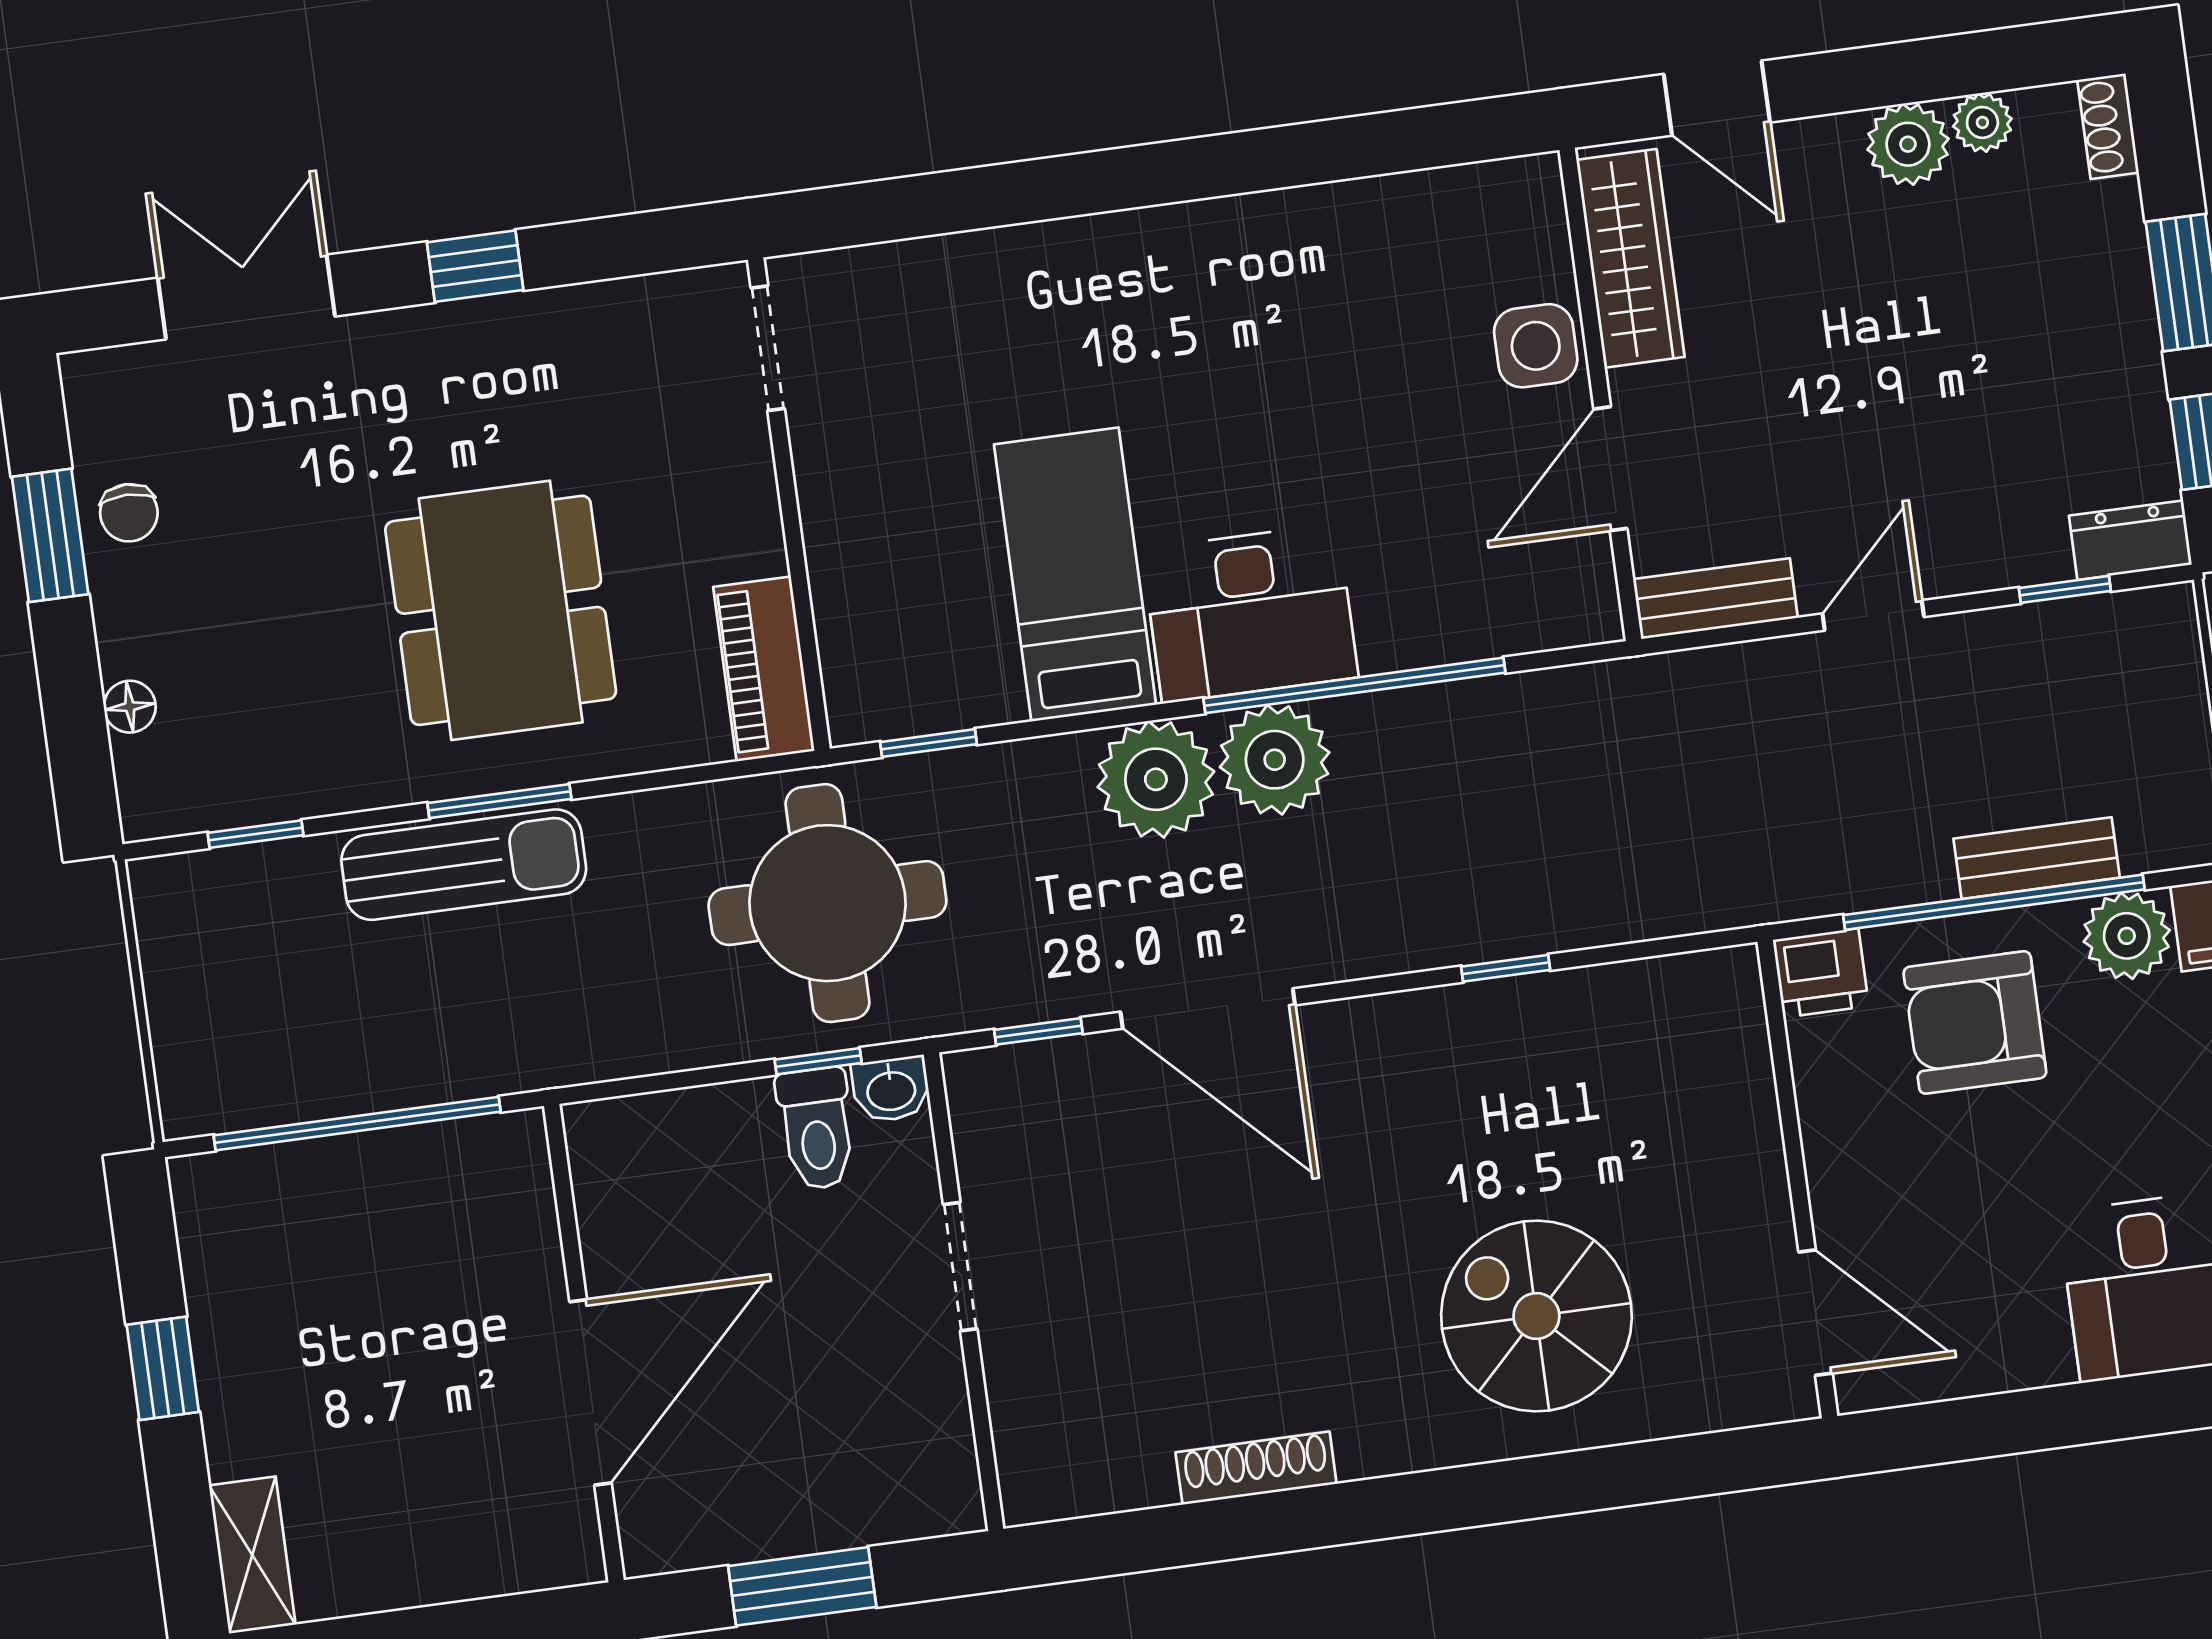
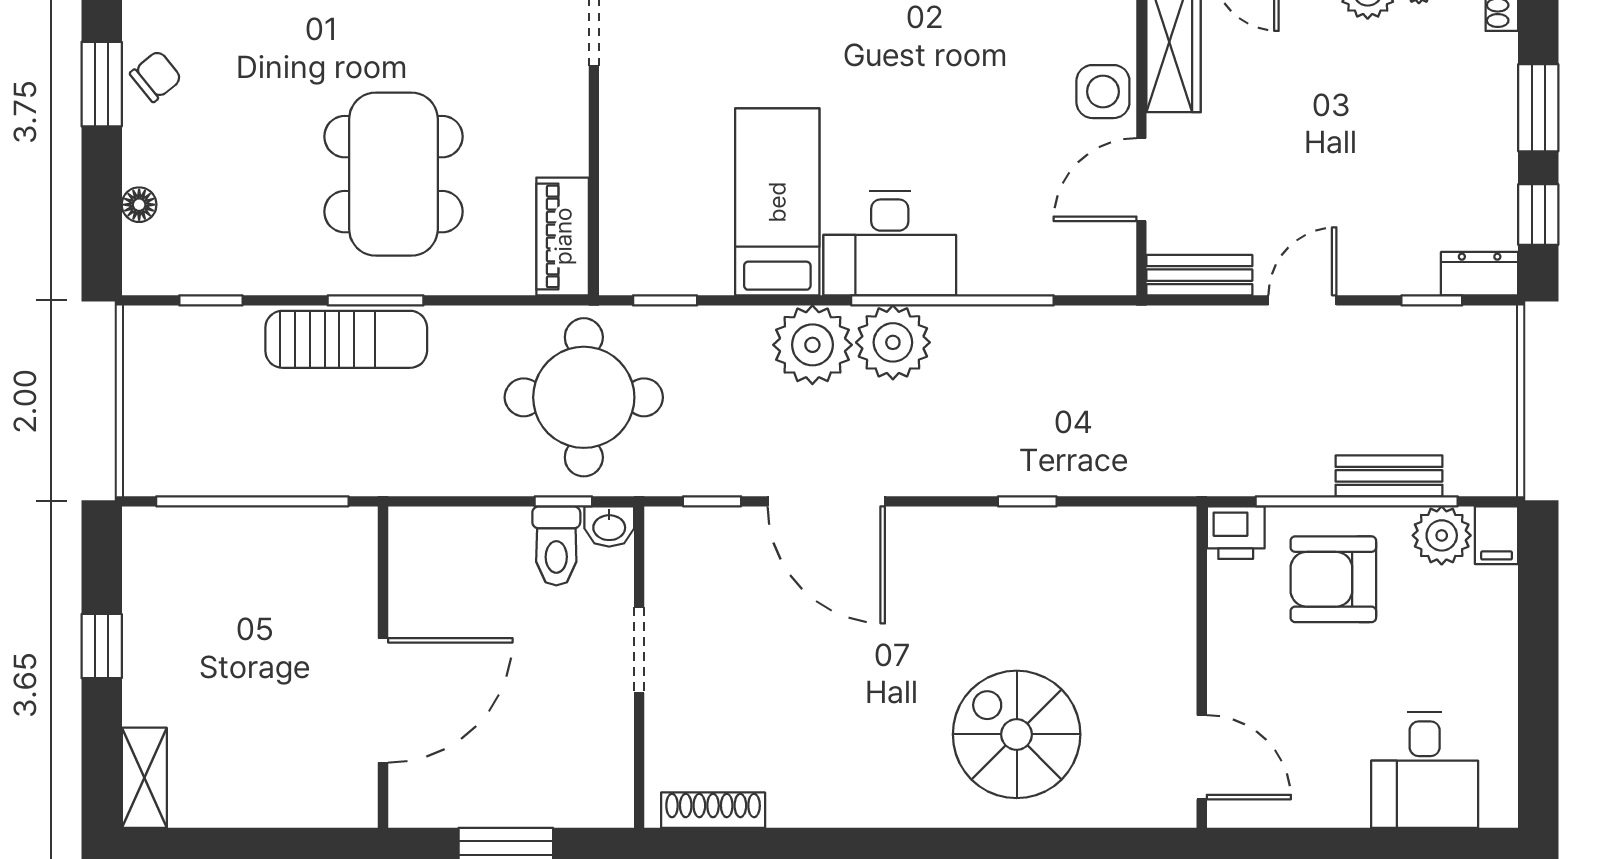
chair: (129, 513) -> (156, 76), turned -129
shoe rack: (1256, 1468) -> (713, 810), moved

